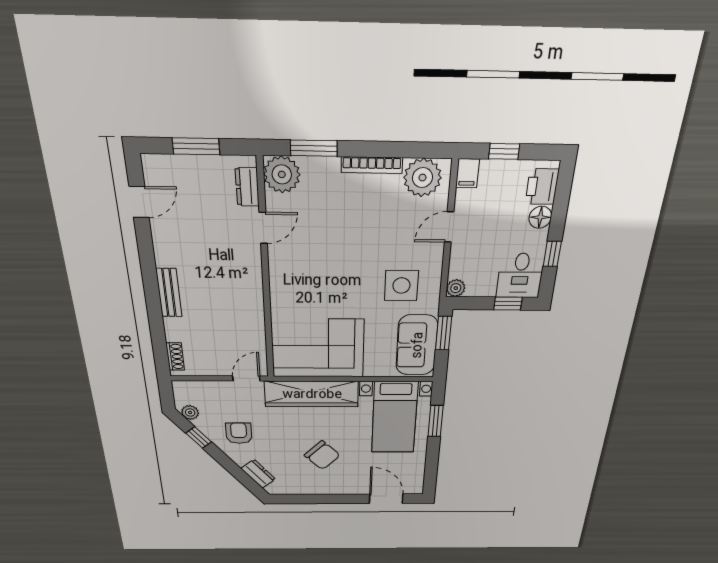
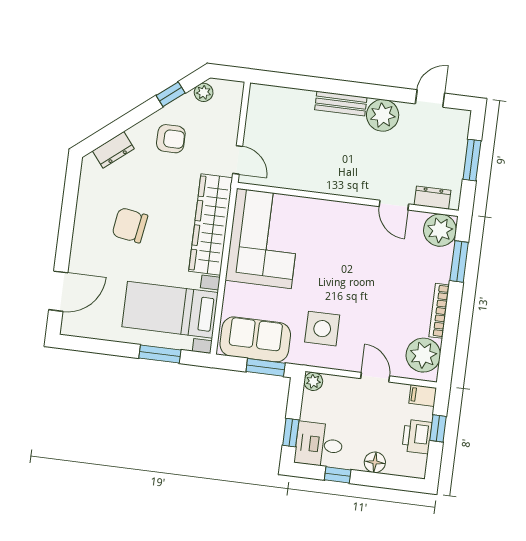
printer: (542, 187) -> (417, 437), moved, turned -90
door: (139, 202) -> (430, 98), swing flipped
plant: (170, 250) -> (383, 115), added
shoe rack: (175, 357) -> (272, 93), removed
chair: (322, 455) -> (130, 225), turned 54

